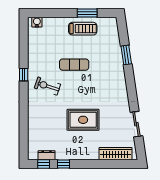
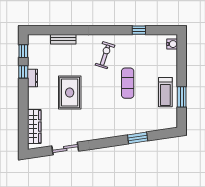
window: (24, 75) -> (139, 30), moved
bench: (32, 126) -> (63, 39), added
dresser: (47, 155) -> (32, 78), moved

